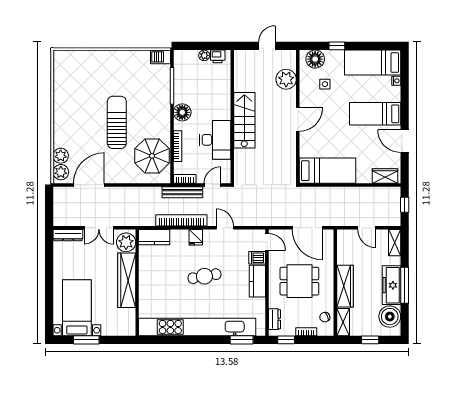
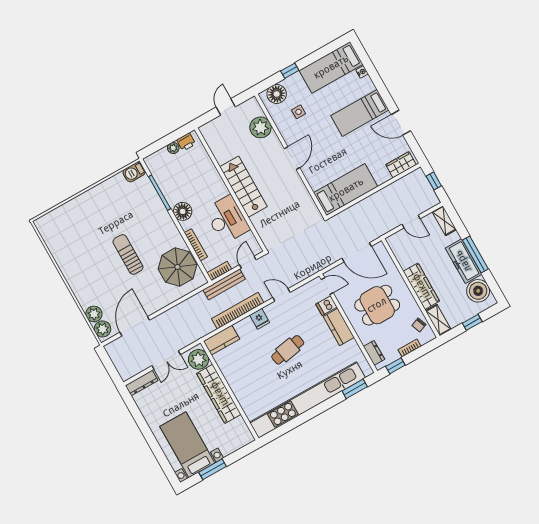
sun lounger: (117, 122) -> (128, 254), width x0.73, depth x0.75

